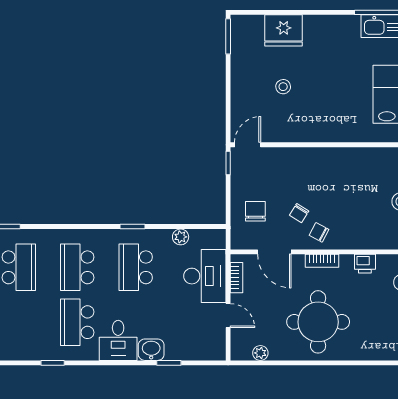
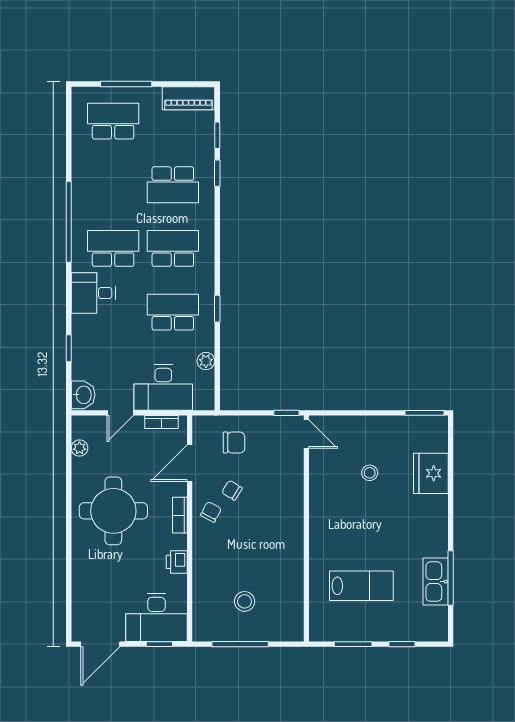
washbasin: (151, 350) -> (83, 395), moved
window: (53, 363) -> (69, 222), width x3.17

